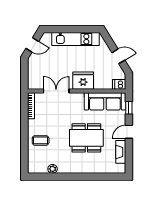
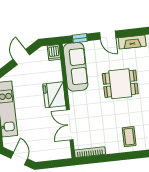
dining table: (86, 138) -> (120, 84), width x0.73

